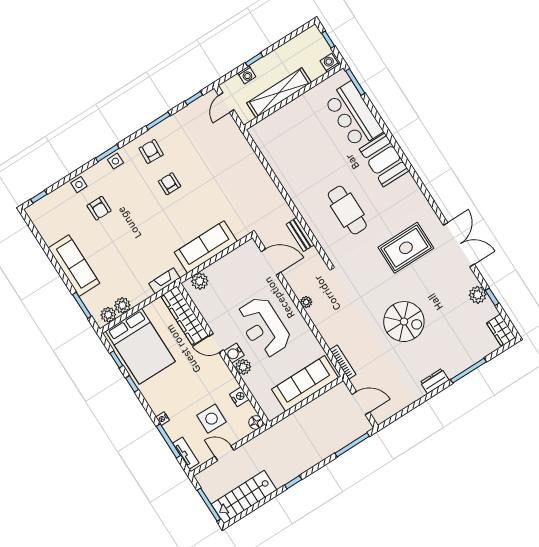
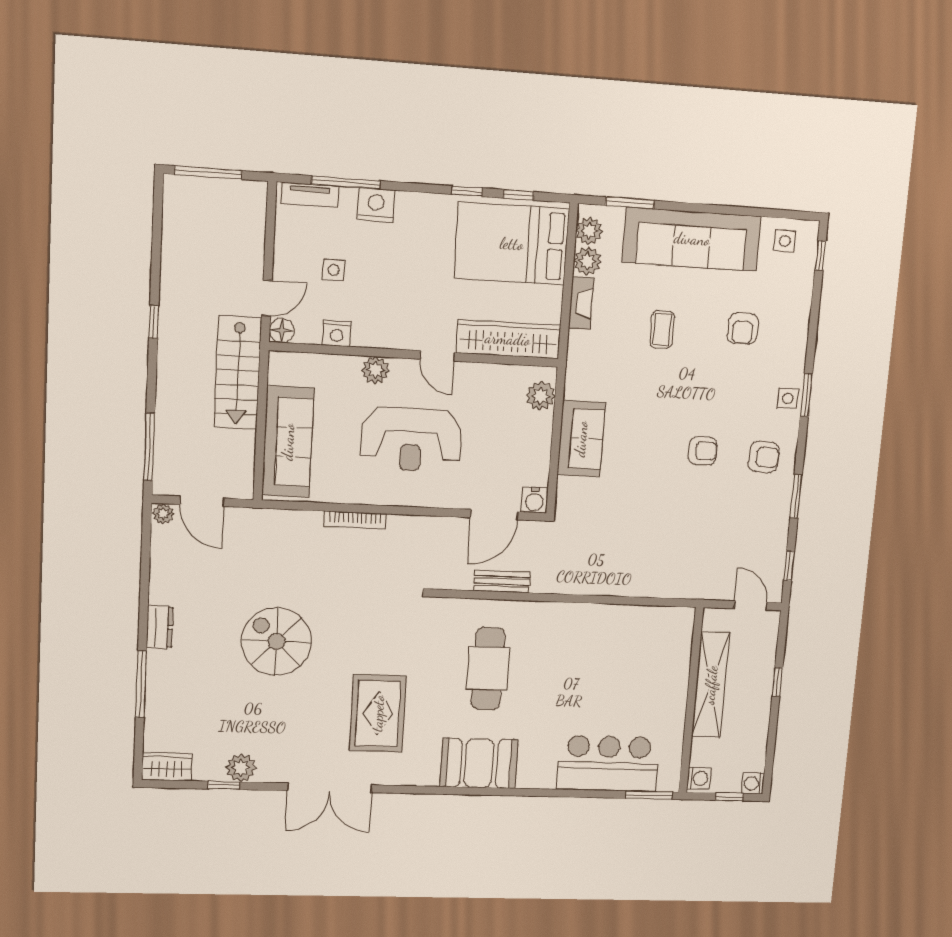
washing machine: (247, 75) -> (753, 783), moved
booth: (384, 160) -> (479, 763), moved
side table: (79, 185) -> (785, 241), moved
armchair: (99, 208) -> (743, 328), turned -90
cafe table: (347, 210) -> (488, 669), turned 90
coffee table: (128, 247) -> (662, 329), added
sofa: (206, 247) -> (581, 439), width x0.73
sofa: (74, 266) -> (692, 239), width x1.36, depth x1.27
fireplace: (164, 281) -> (581, 303), moved
plant: (306, 302) -> (163, 514), moved
spiral stairs: (404, 322) -> (276, 642), turned 90
reception desk: (263, 327) -> (411, 439), turned 180
door: (216, 343) -> (437, 356), swing flipped
water cooler: (234, 353) -> (534, 500), moved, turned 180
bookcase: (343, 362) -> (355, 520), moved
door: (361, 403) -> (202, 501), hinge flipped
nightstand: (163, 419) -> (376, 205), width x1.89, depth x1.79
side table: (212, 419) -> (333, 270), width x0.54, depth x0.54
door: (224, 453) -> (267, 298), moved
stairs: (244, 497) -> (238, 373), moved, turned 180

